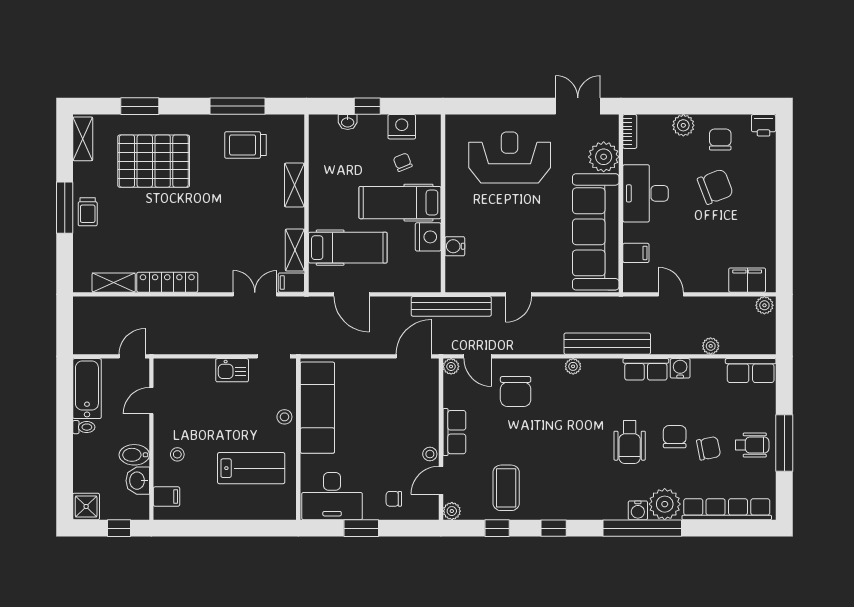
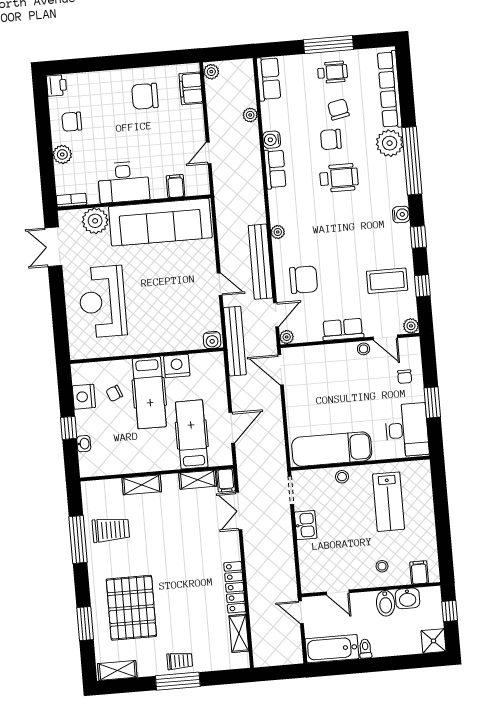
trolley: (245, 145) -> (111, 530), turned -90
chair: (715, 187) -> (145, 96), moved, turned -69
water cooler: (455, 246) -> (212, 340), moved
bench: (607, 344) -> (260, 262), moved
wheelchair: (752, 445) -> (332, 72), turned 90
lab bench: (251, 468) -> (389, 502), turned 180
water cooler: (638, 510) -> (401, 215), moved

